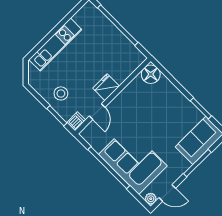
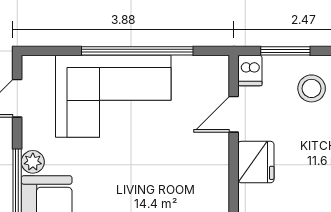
door: (97, 112) -> (234, 114), hinge flipped
plant: (151, 199) -> (33, 162), moved

